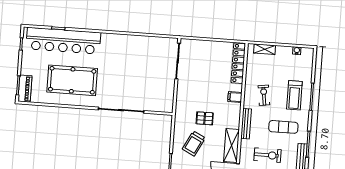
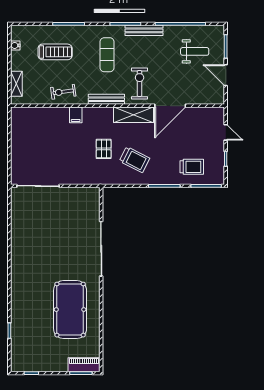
bar counter: (63, 41) -> (24, 323), removed
locker: (238, 63) -> (35, 114), removed
exercise bike: (264, 95) -> (63, 92), moved
treadmill: (294, 95) -> (55, 52), moved
exercise bike: (268, 155) -> (140, 83), moved

